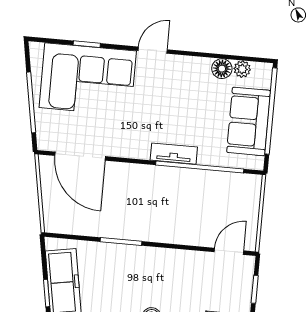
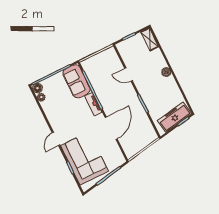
door: (153, 50) -> (56, 139), hinge flipped
floor lamp: (222, 69) -> (37, 88), moved
sofa: (249, 121) -> (77, 81), moved, turned 90
door: (80, 156) -> (111, 128), moved
door: (229, 251) -> (129, 74), moved

